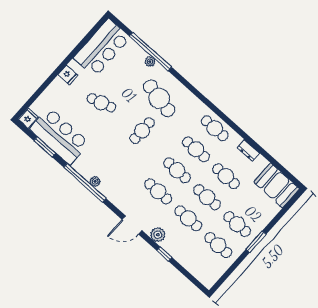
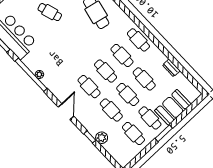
cafe table: (142, 131) -> (80, 37), removed
dresser: (248, 150) -> (171, 68), moved
booth: (277, 185) -> (173, 107), moved, turned 90
door: (132, 225) -> (66, 112), swing flipped
plant: (158, 235) -> (102, 138), moved

